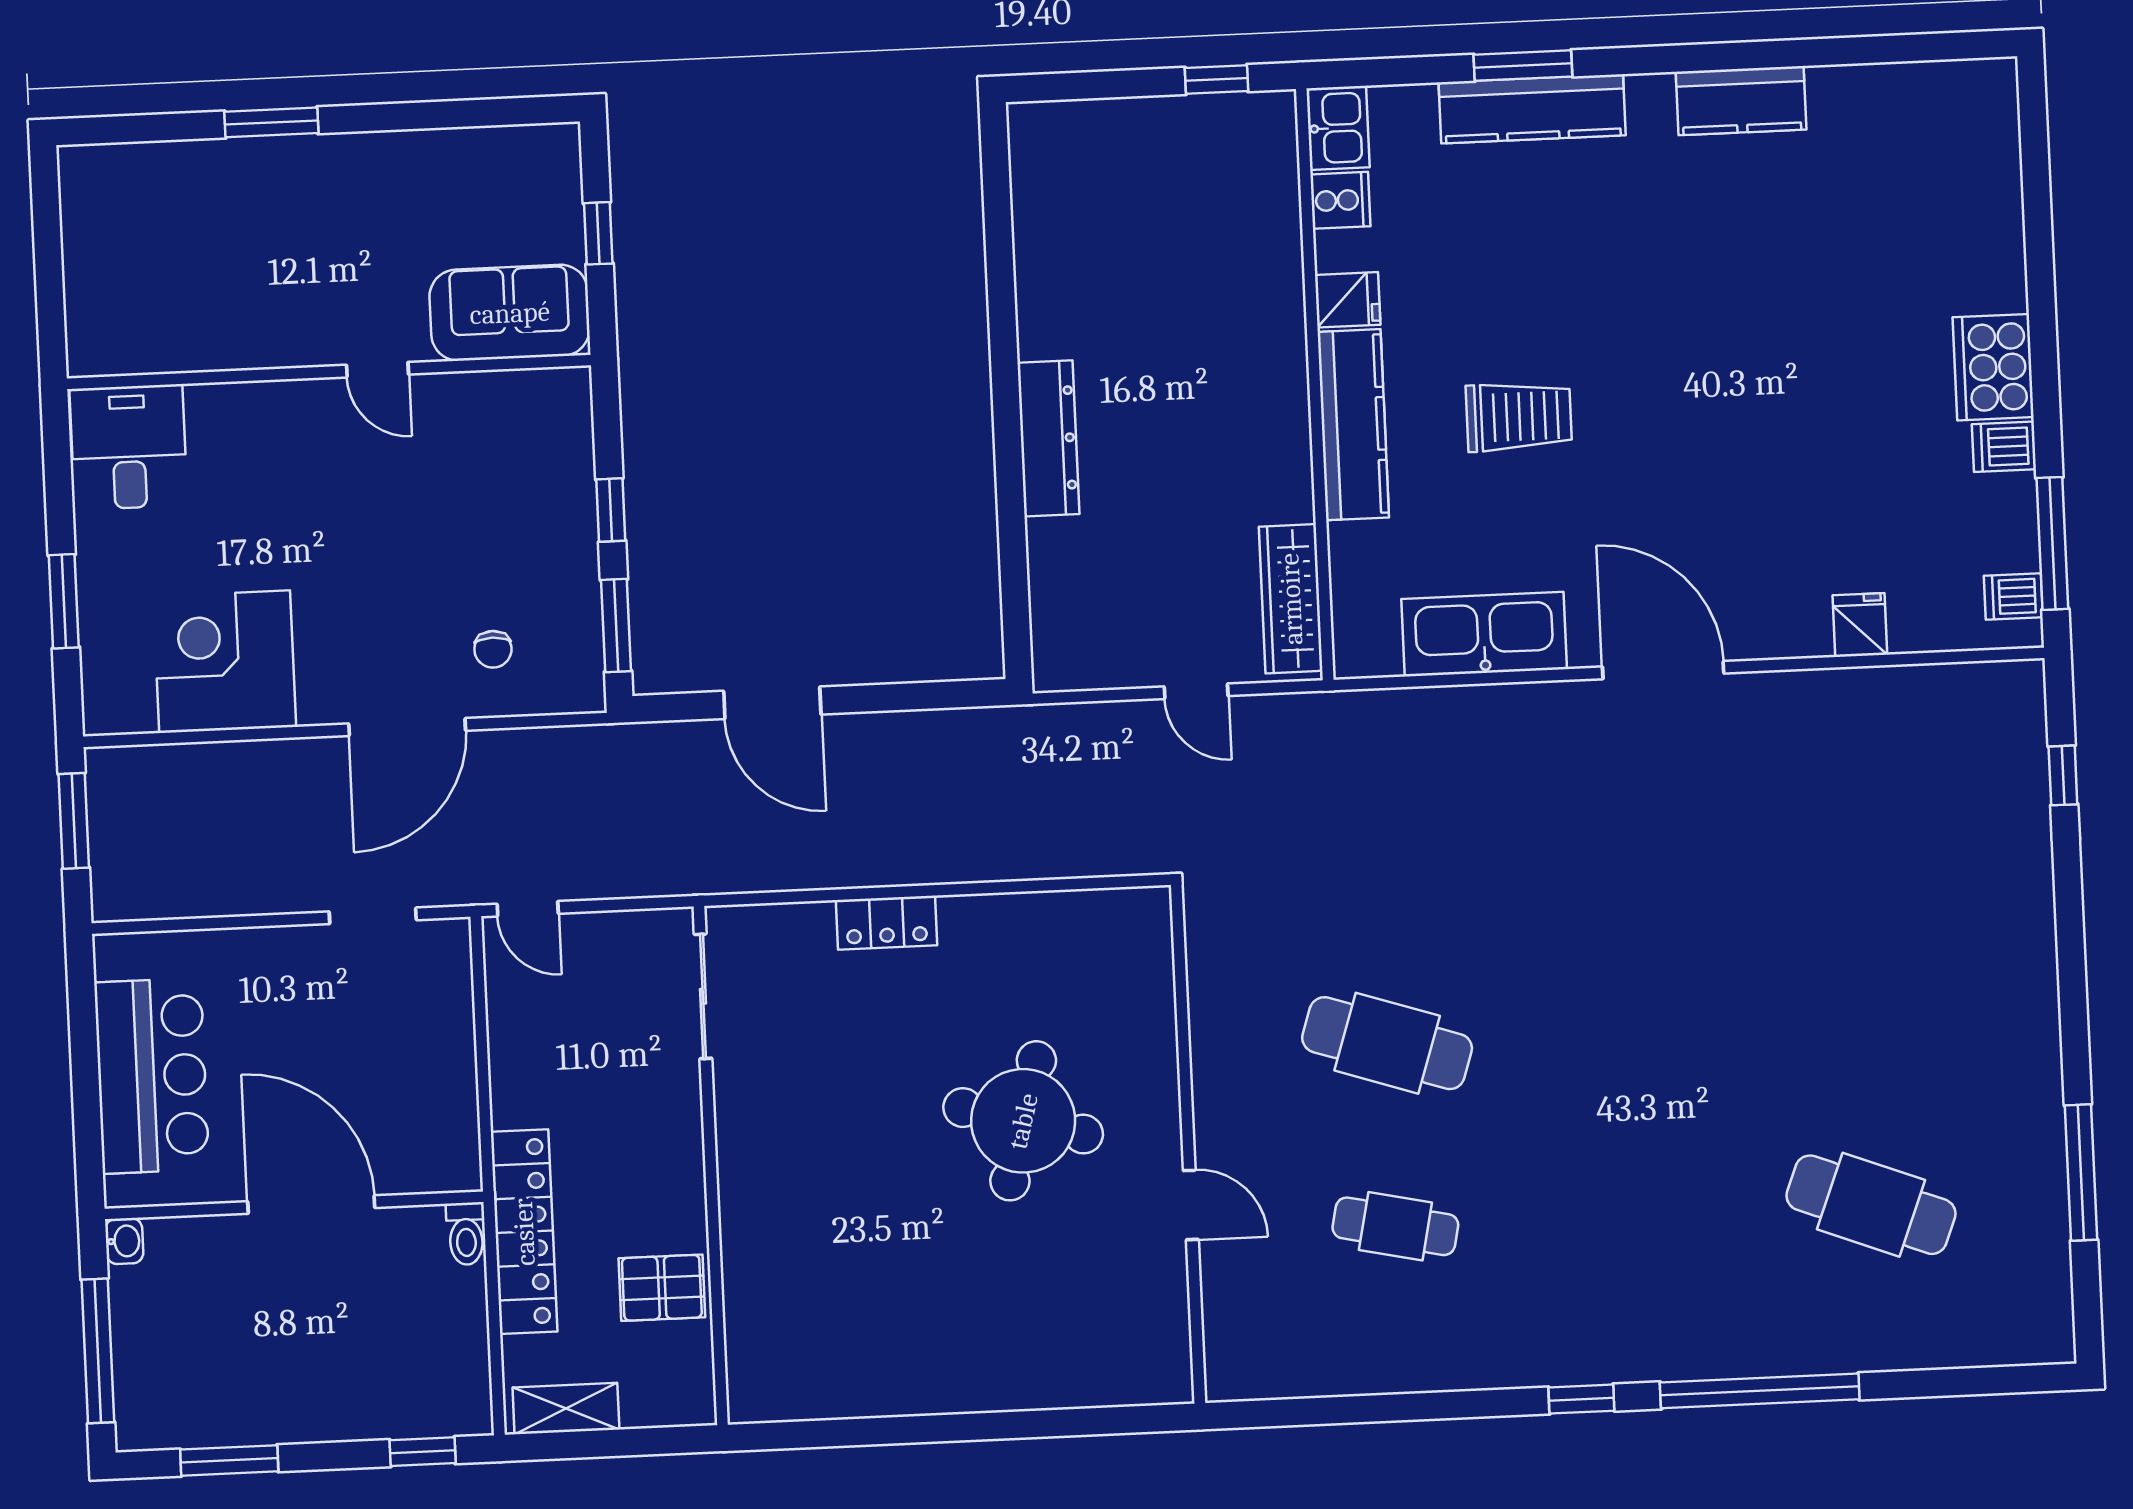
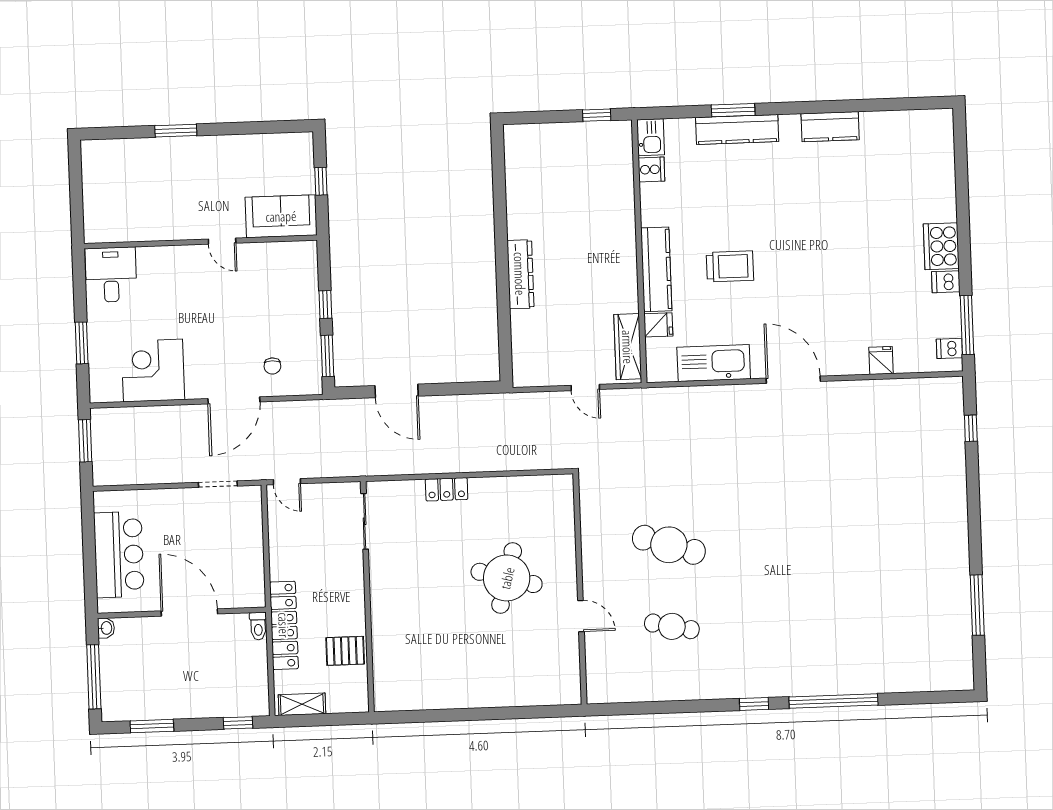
fridge: (1348, 300) -> (658, 325), moved
cafe table: (1871, 1205) -> (884, 619), removed

